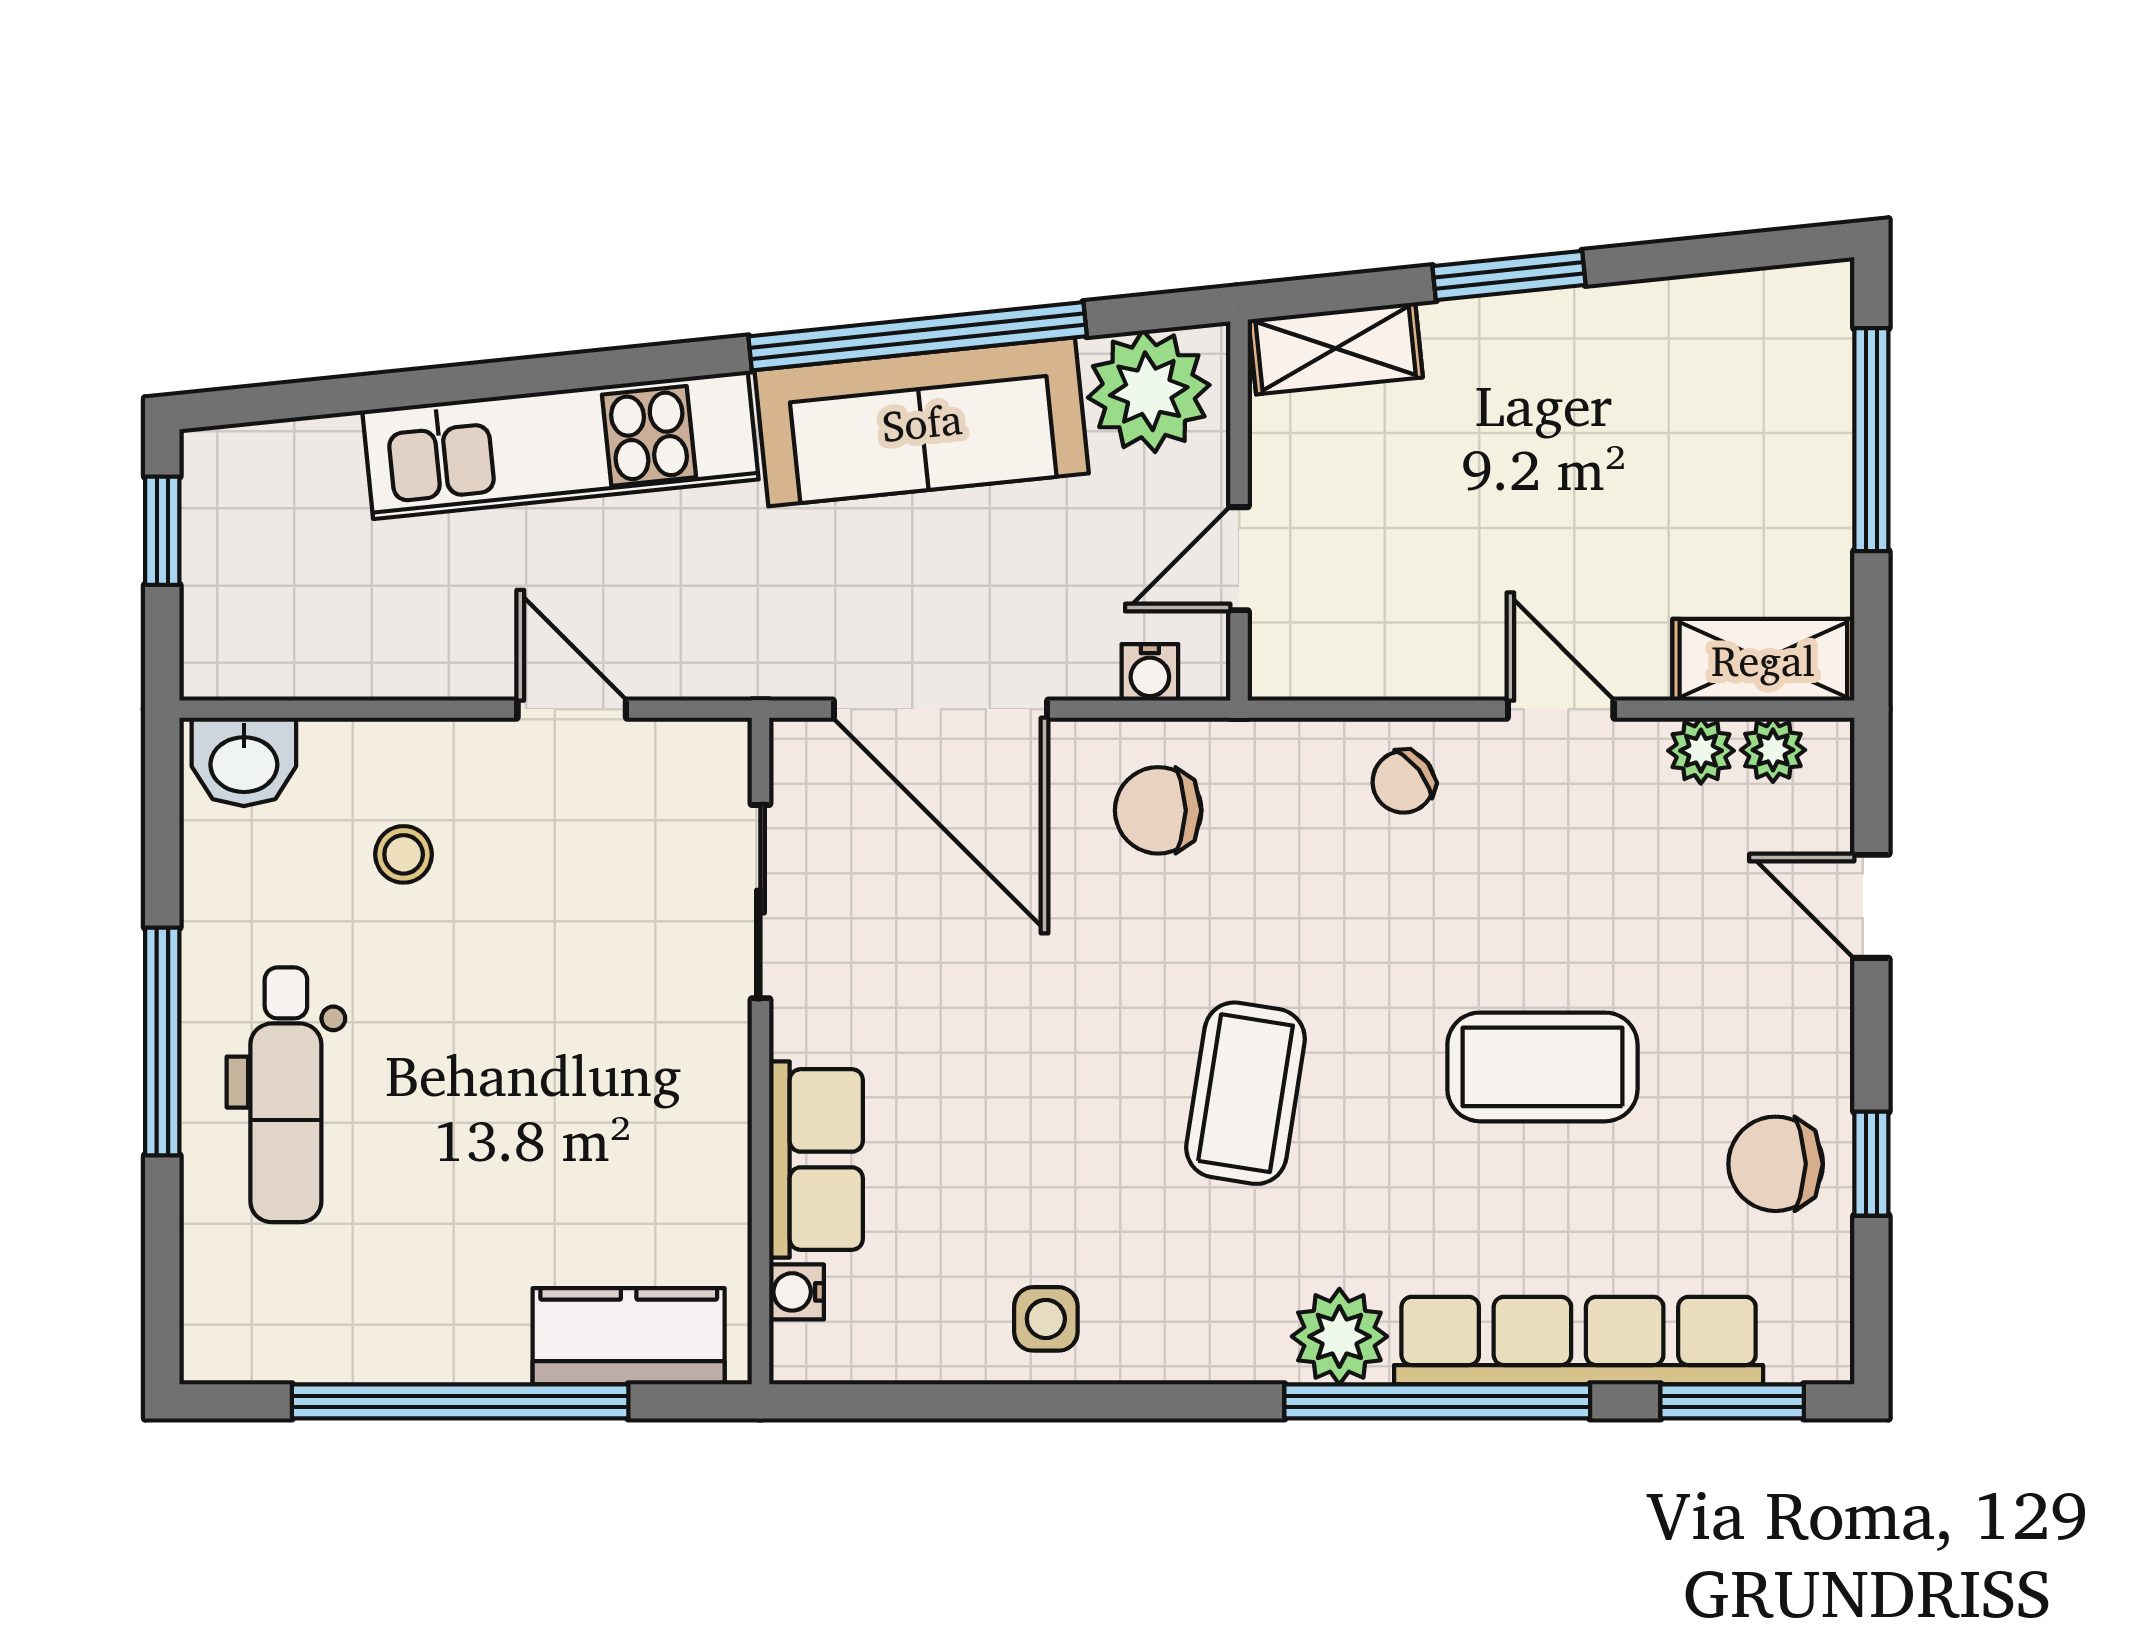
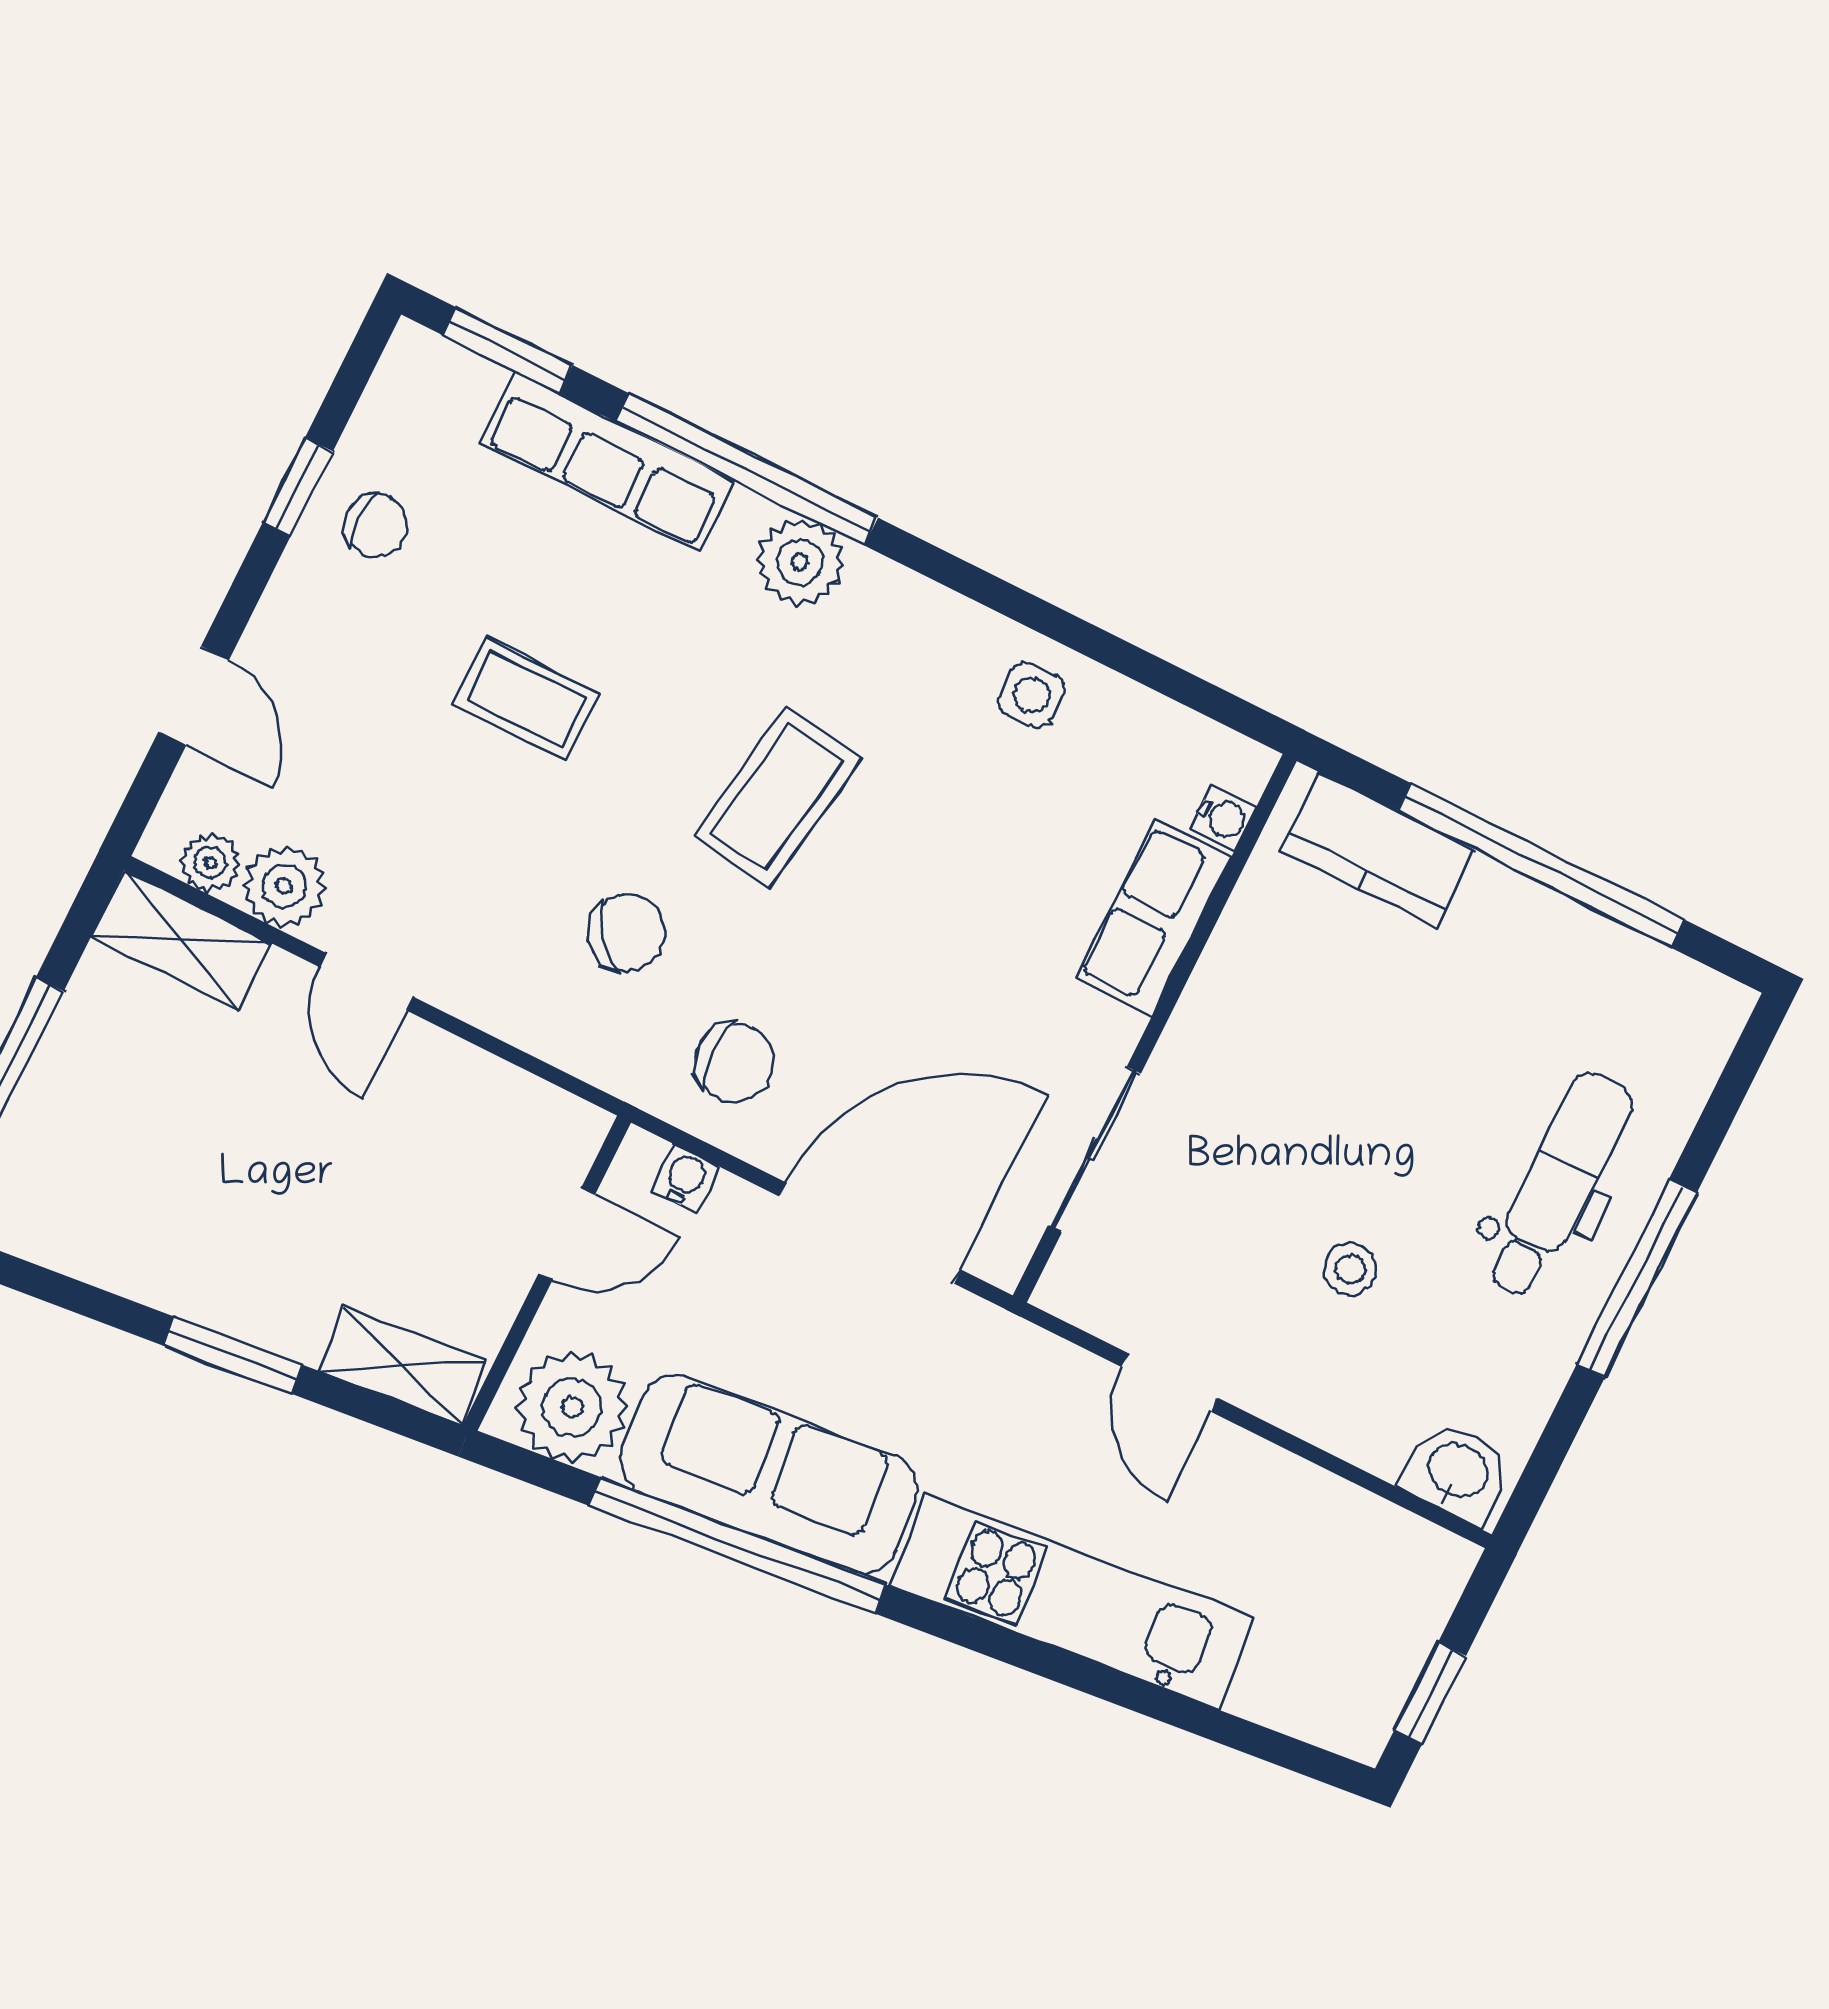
door: (941, 709) -> (870, 1233), hinge flipped
plant: (1701, 751) -> (284, 886), width x1.38, depth x1.38
chair: (1403, 782) -> (626, 933), moved, width x1.37, depth x1.37
stool: (404, 854) -> (1350, 1269), moved
coffee table: (1542, 1067) -> (526, 699), width x0.73, depth x0.77
chair: (1776, 1164) -> (376, 525), width x0.73, depth x0.73
row of seats: (1579, 1341) -> (607, 462), width x0.73

